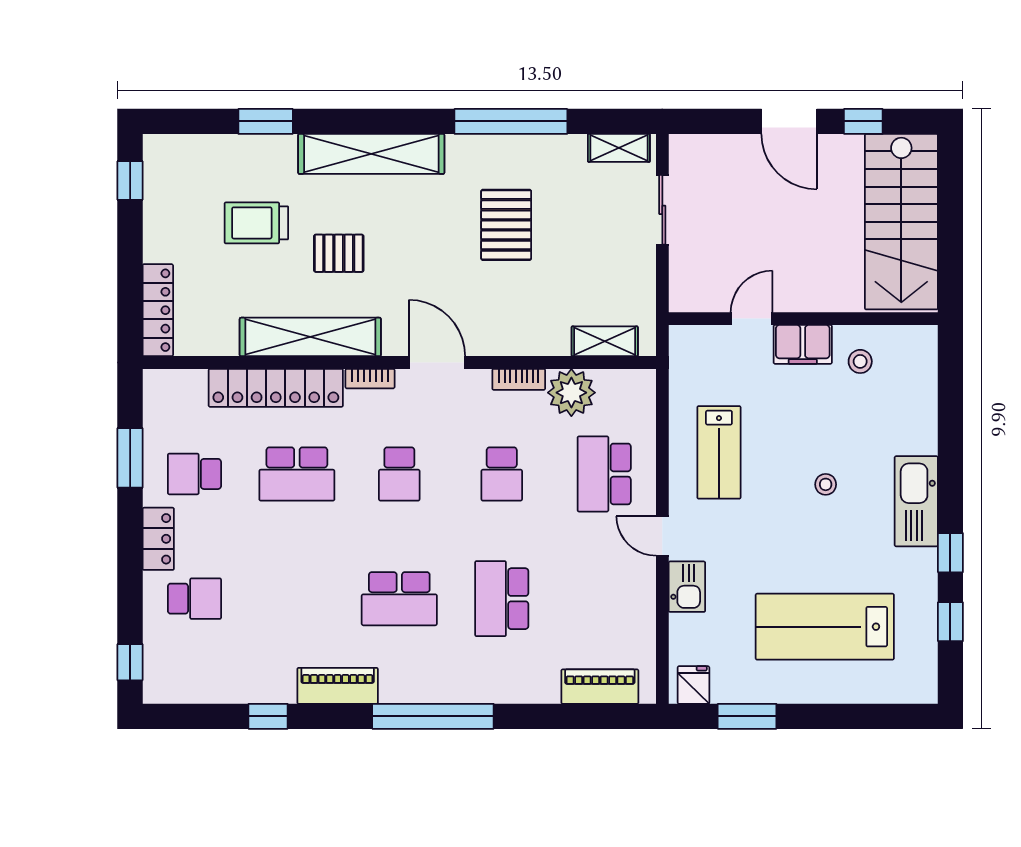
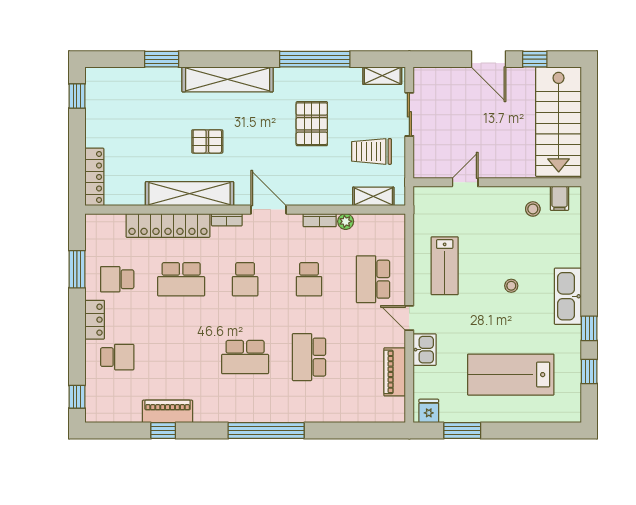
trolley: (256, 223) -> (371, 151), moved
filing cabinet: (803, 344) -> (559, 198), moved, width x0.50
plant: (571, 393) -> (346, 221), width x0.53, depth x0.53
piano: (338, 686) -> (168, 411), moved
piano: (600, 687) -> (395, 372), moved, turned -90

